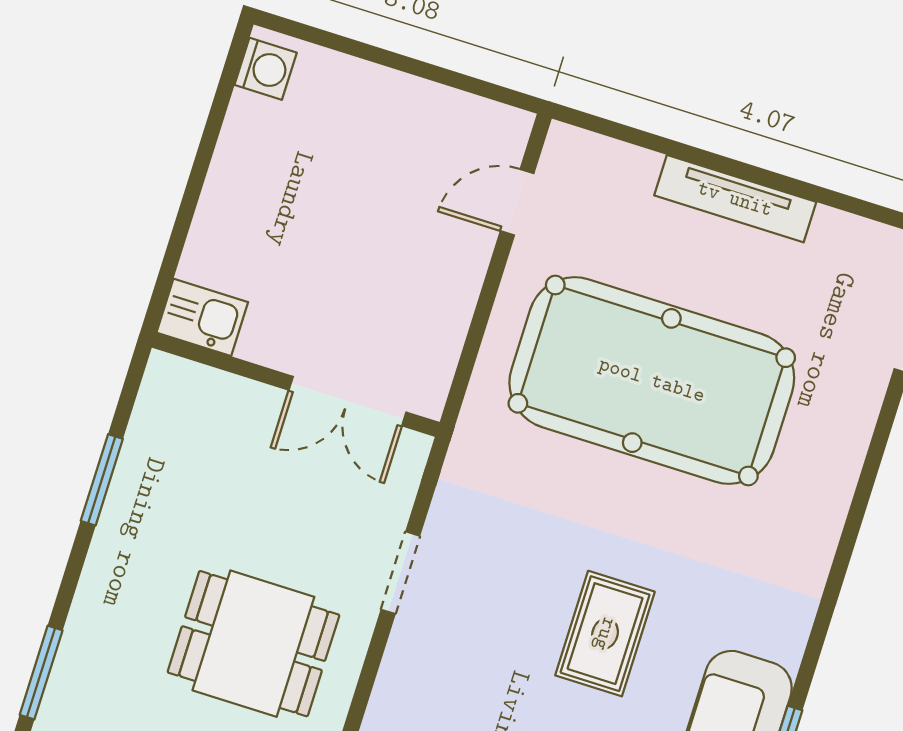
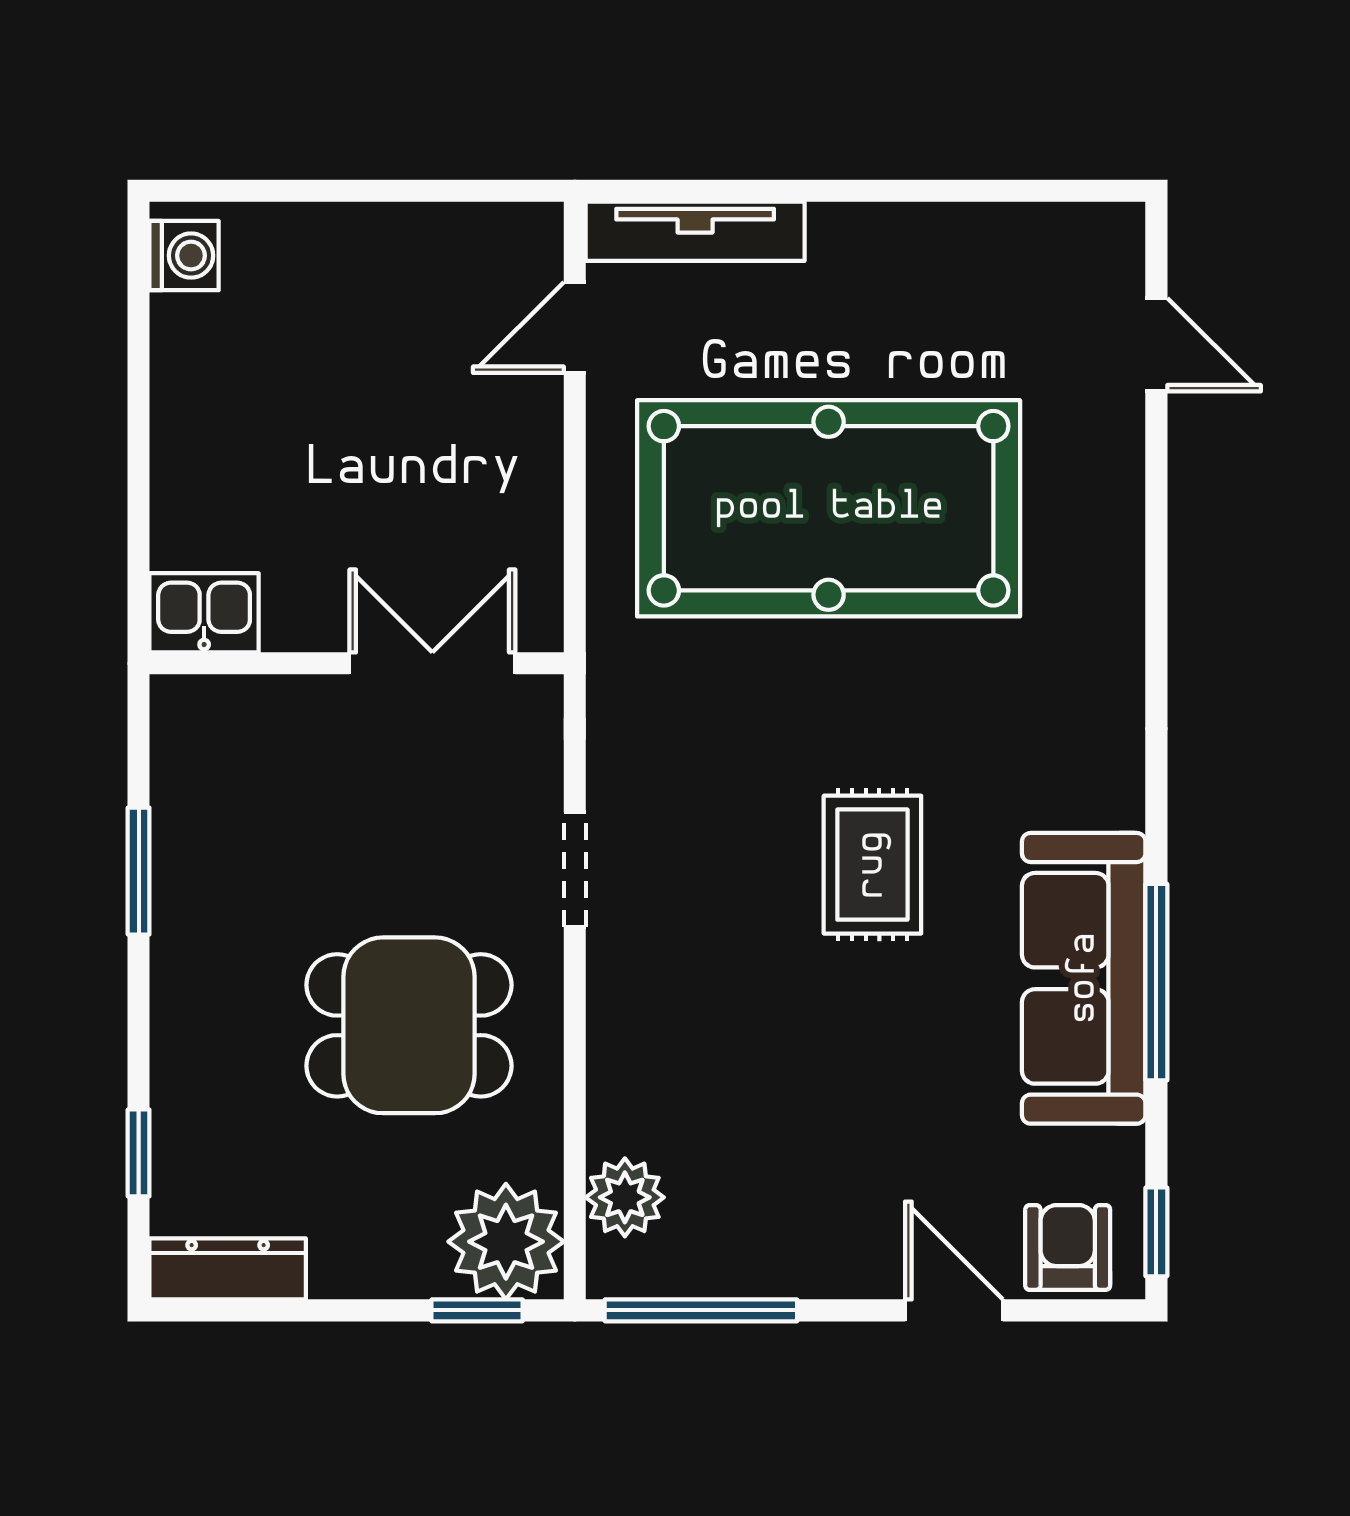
tv unit: (735, 199) -> (695, 231), moved
double door: (348, 401) -> (432, 663), swing flipped
window: (41, 673) -> (139, 1153), width x0.67

